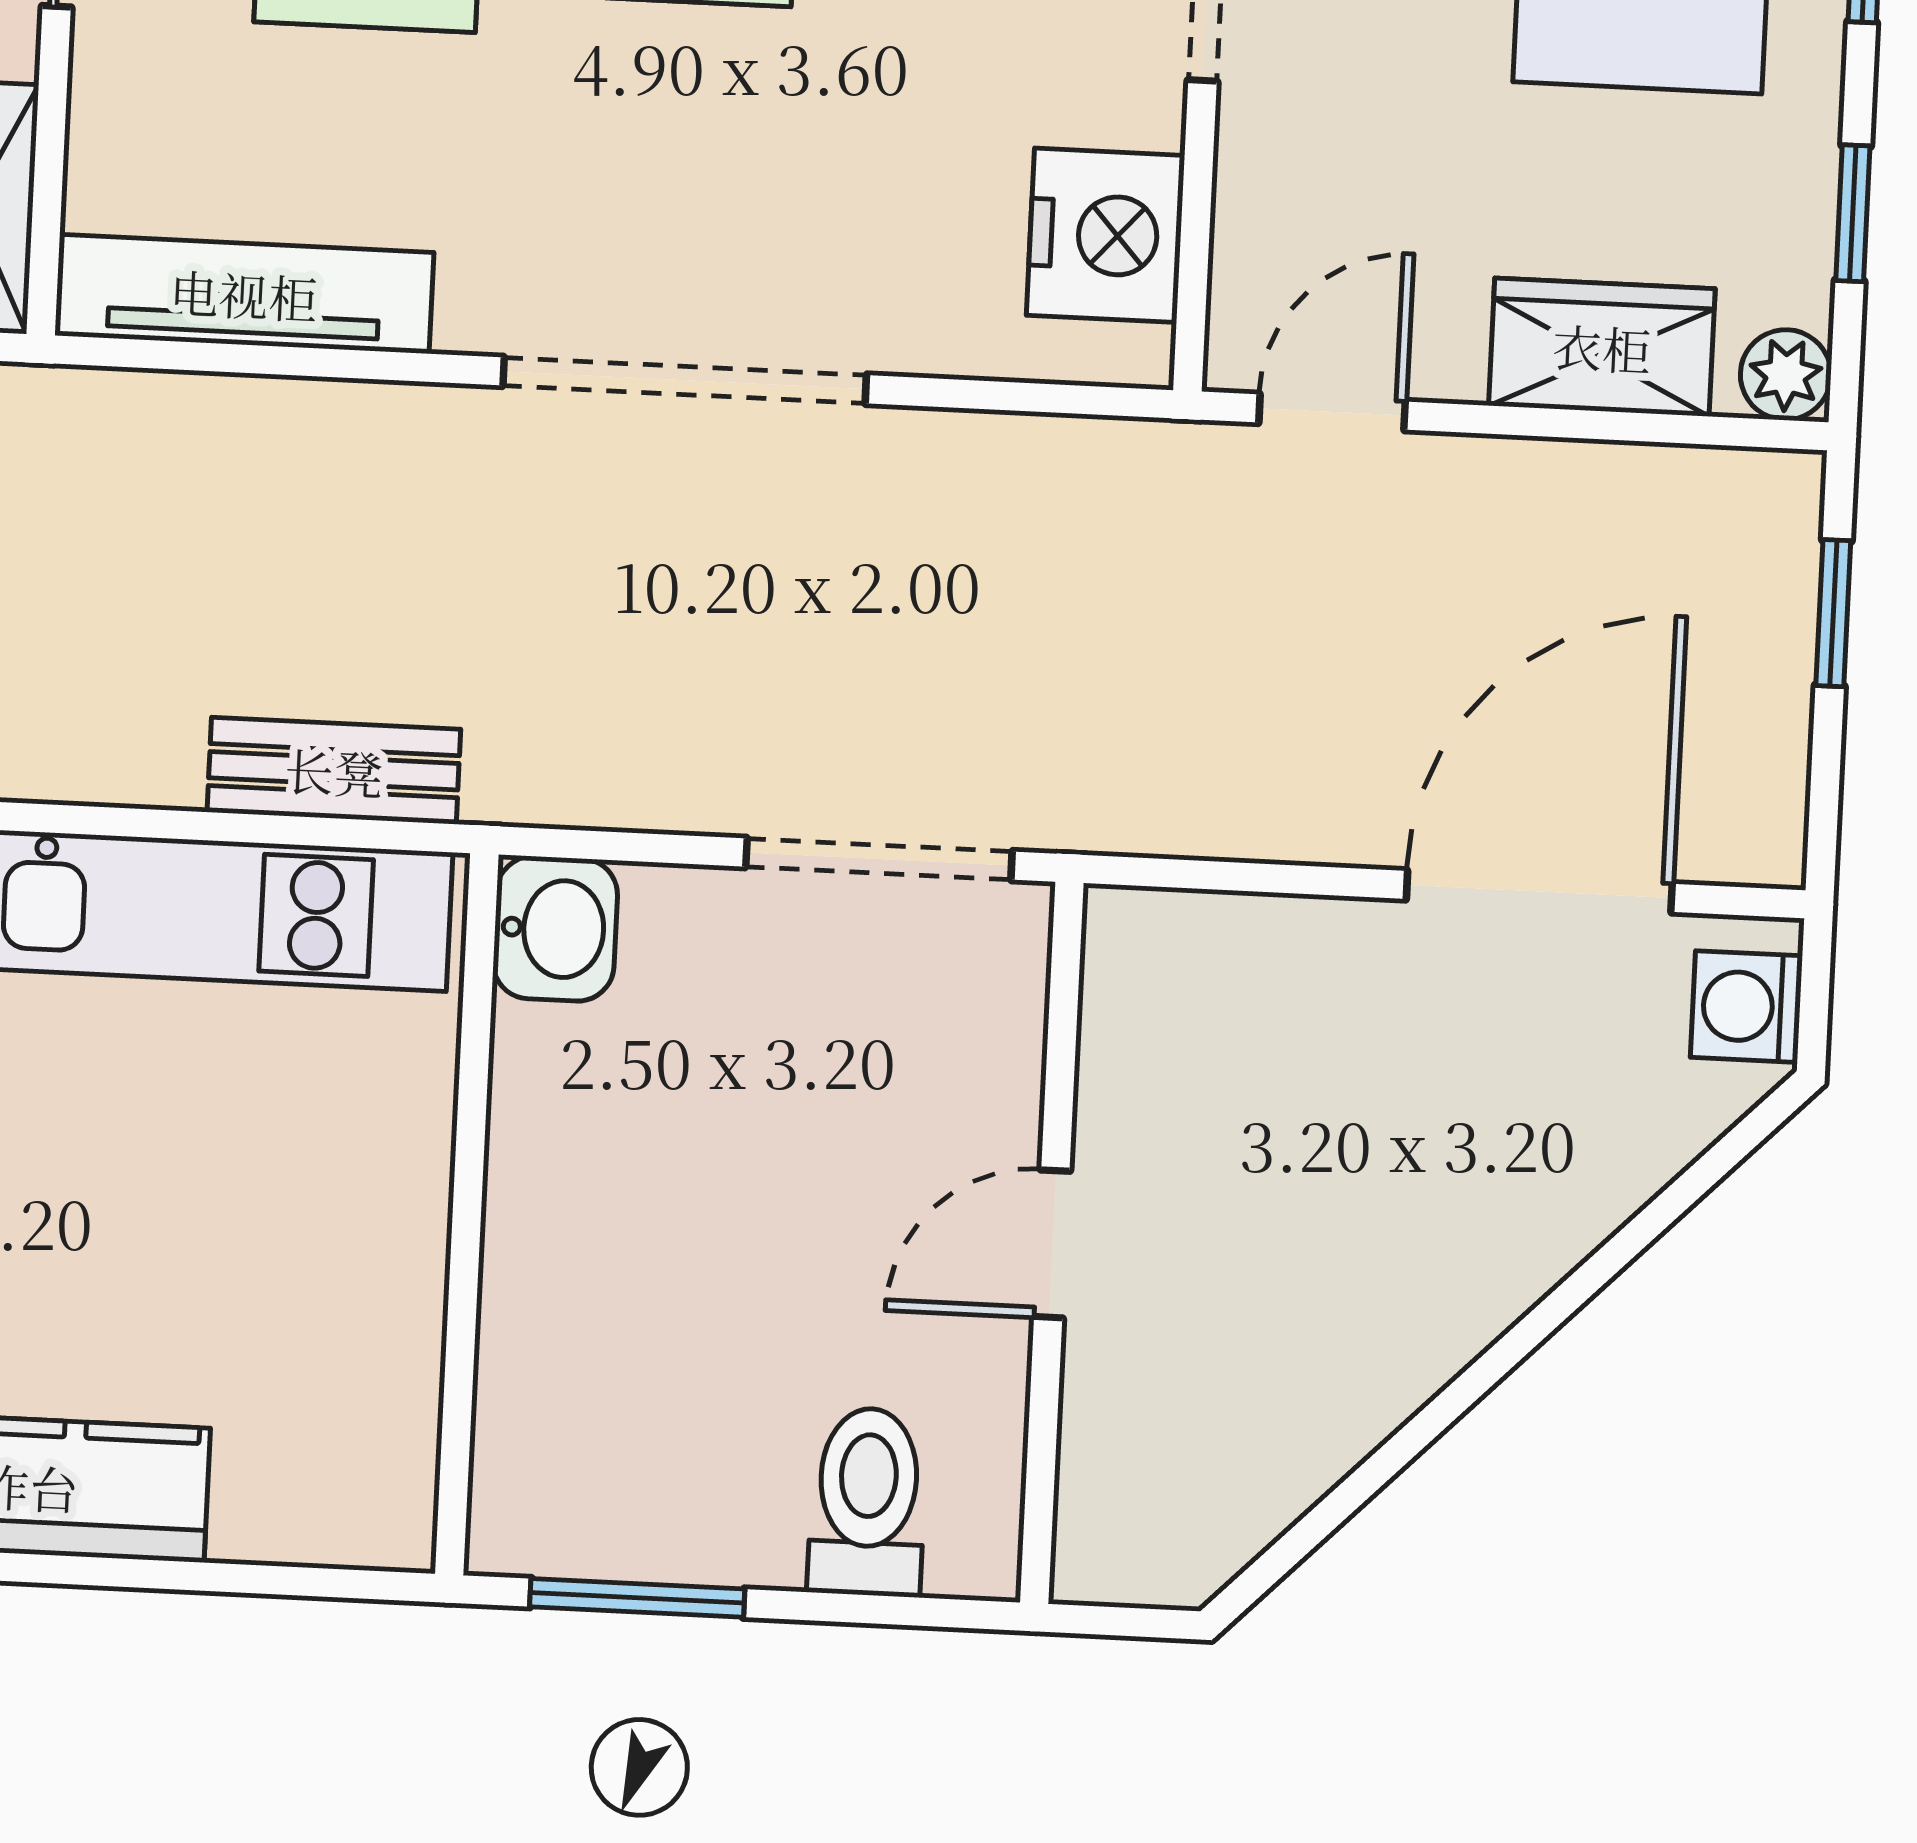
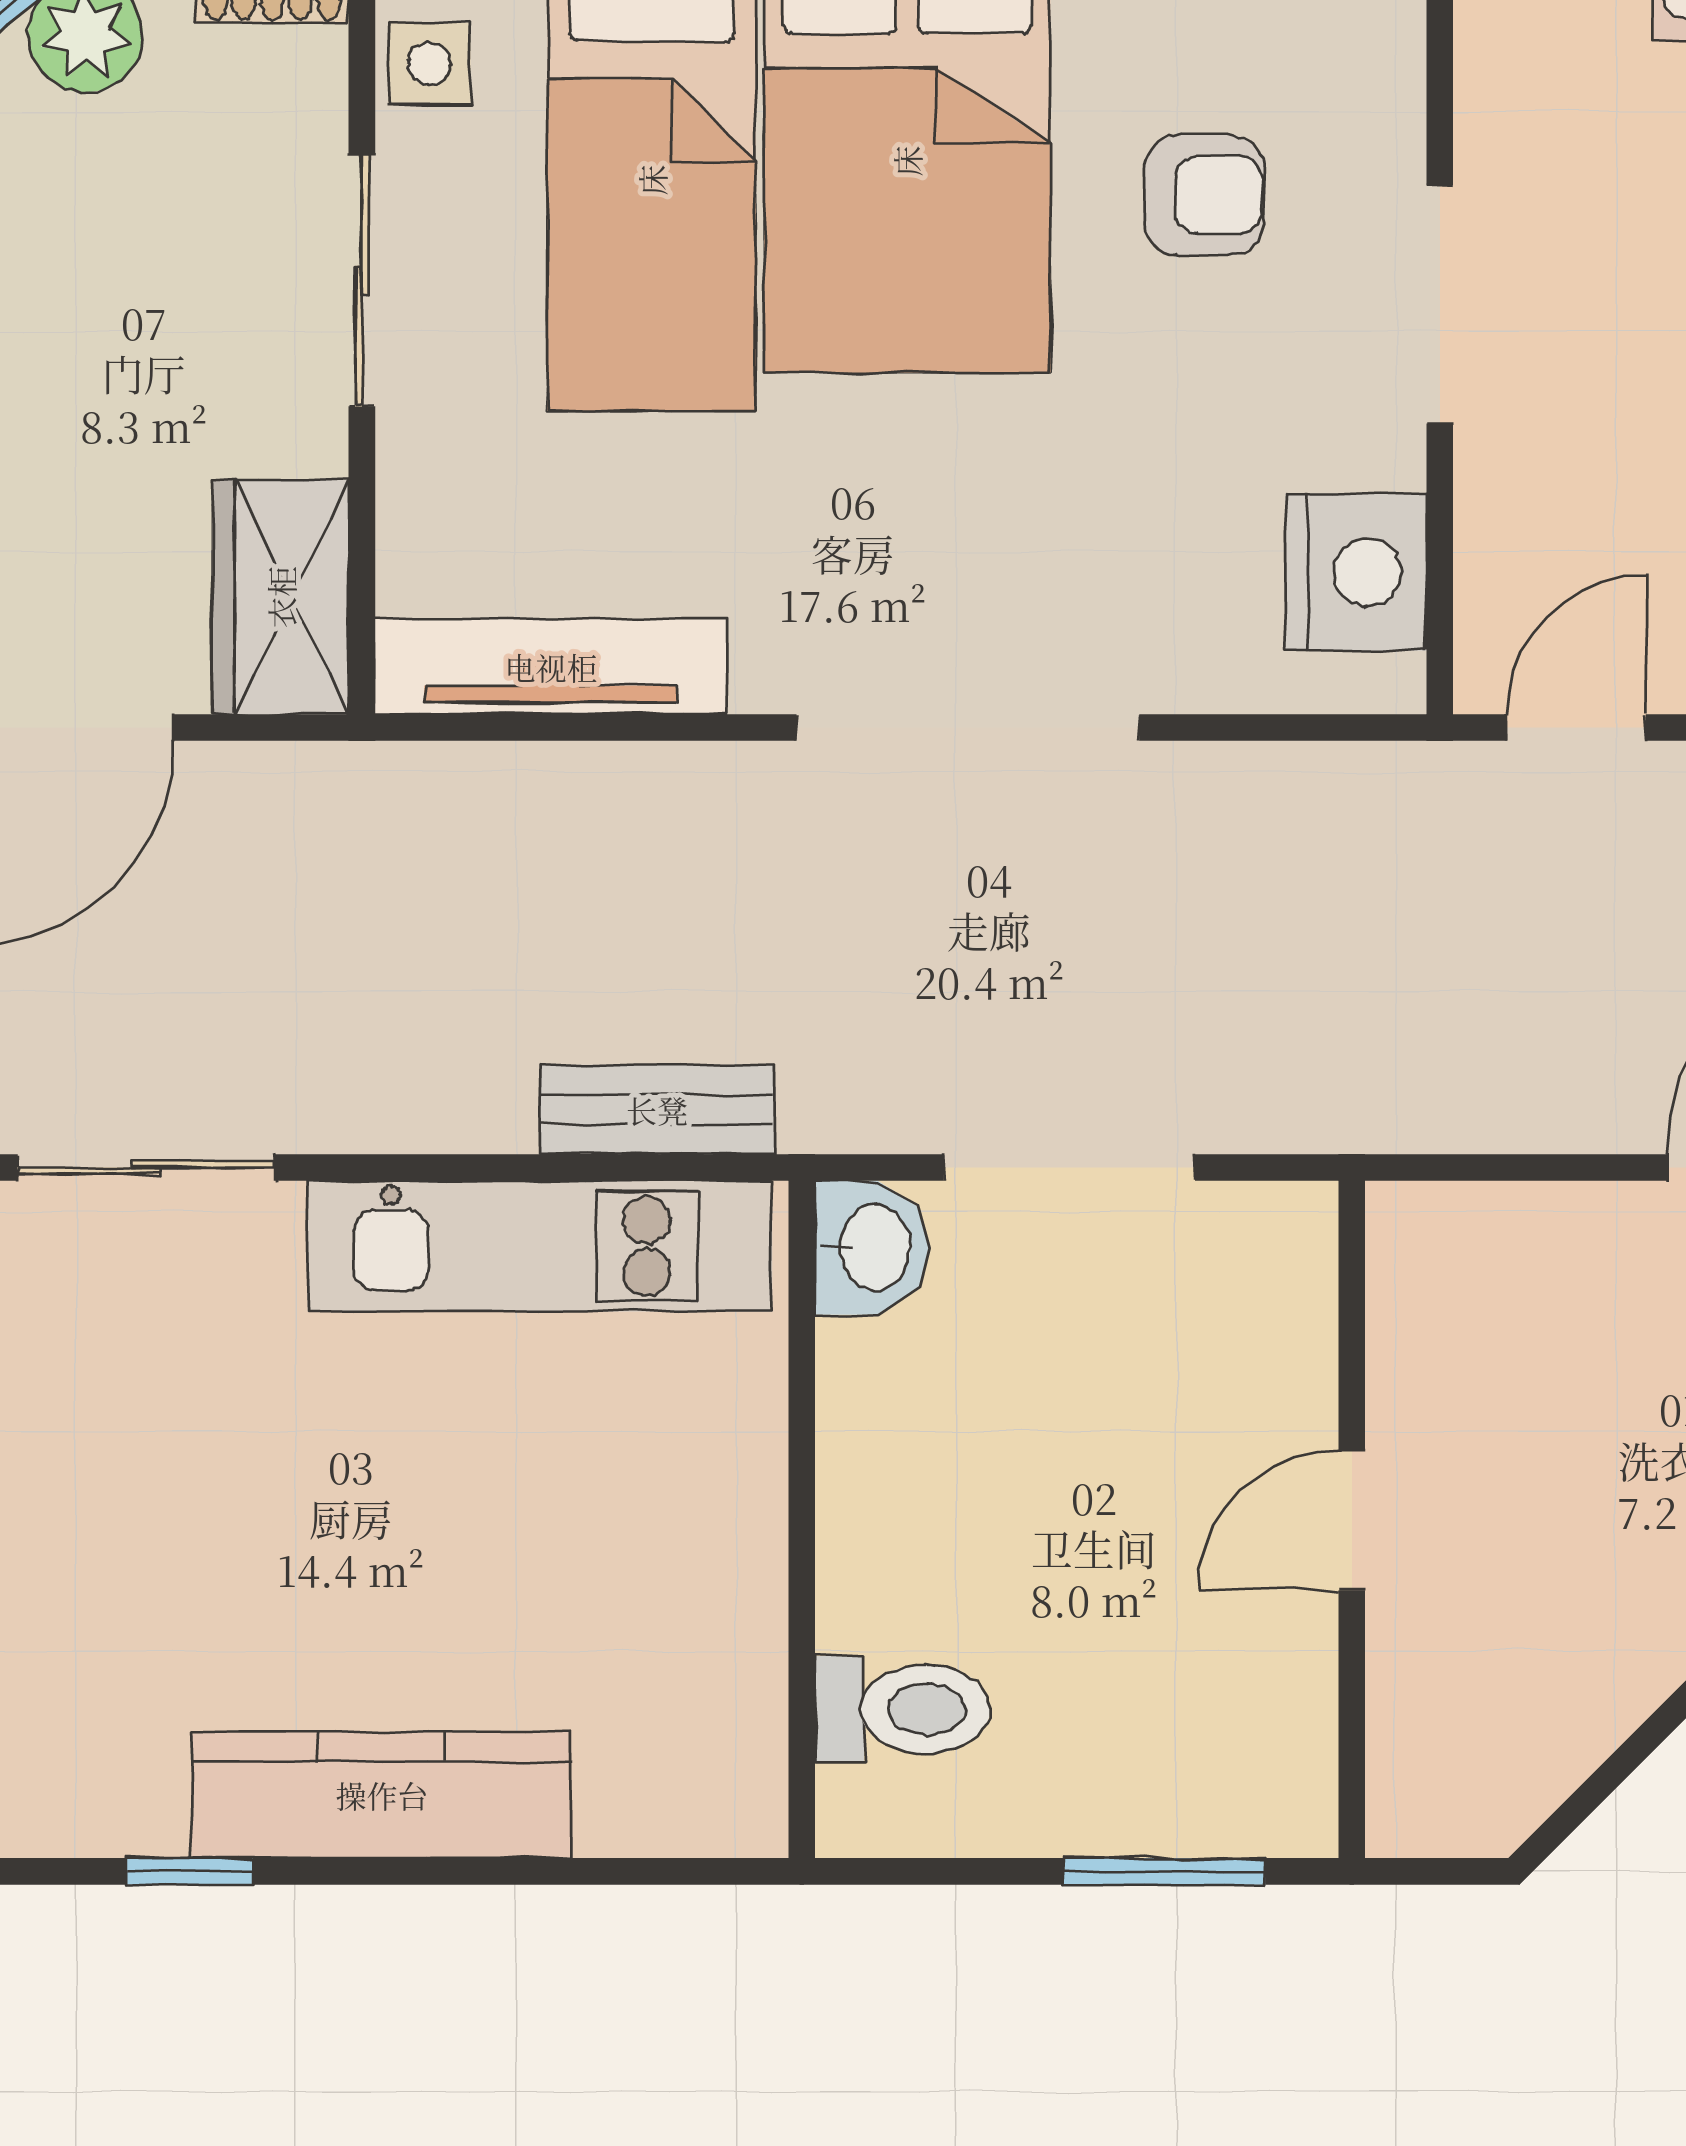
doorway: (879, 859) -> (1069, 1167), moved
toilet: (868, 1502) -> (903, 1709), moved, turned 90
window: (637, 1598) -> (1164, 1871), moved

